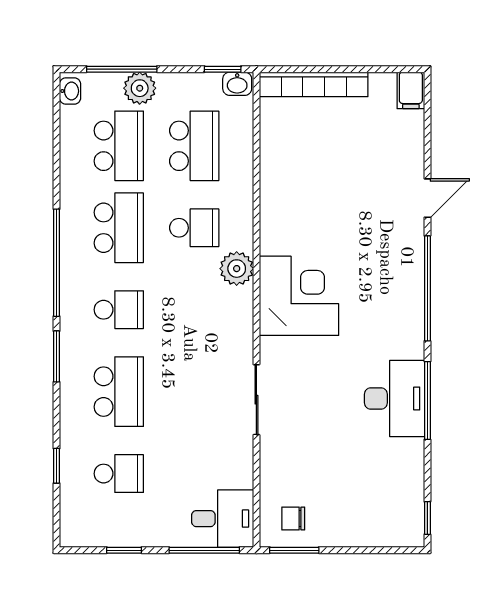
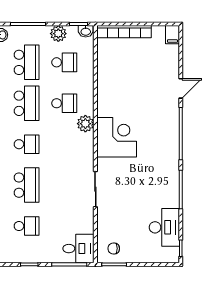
plant: (140, 88) -> (58, 34), moved
school desk: (194, 146) -> (64, 62), width x0.54
desk: (395, 398) -> (164, 227), moved

